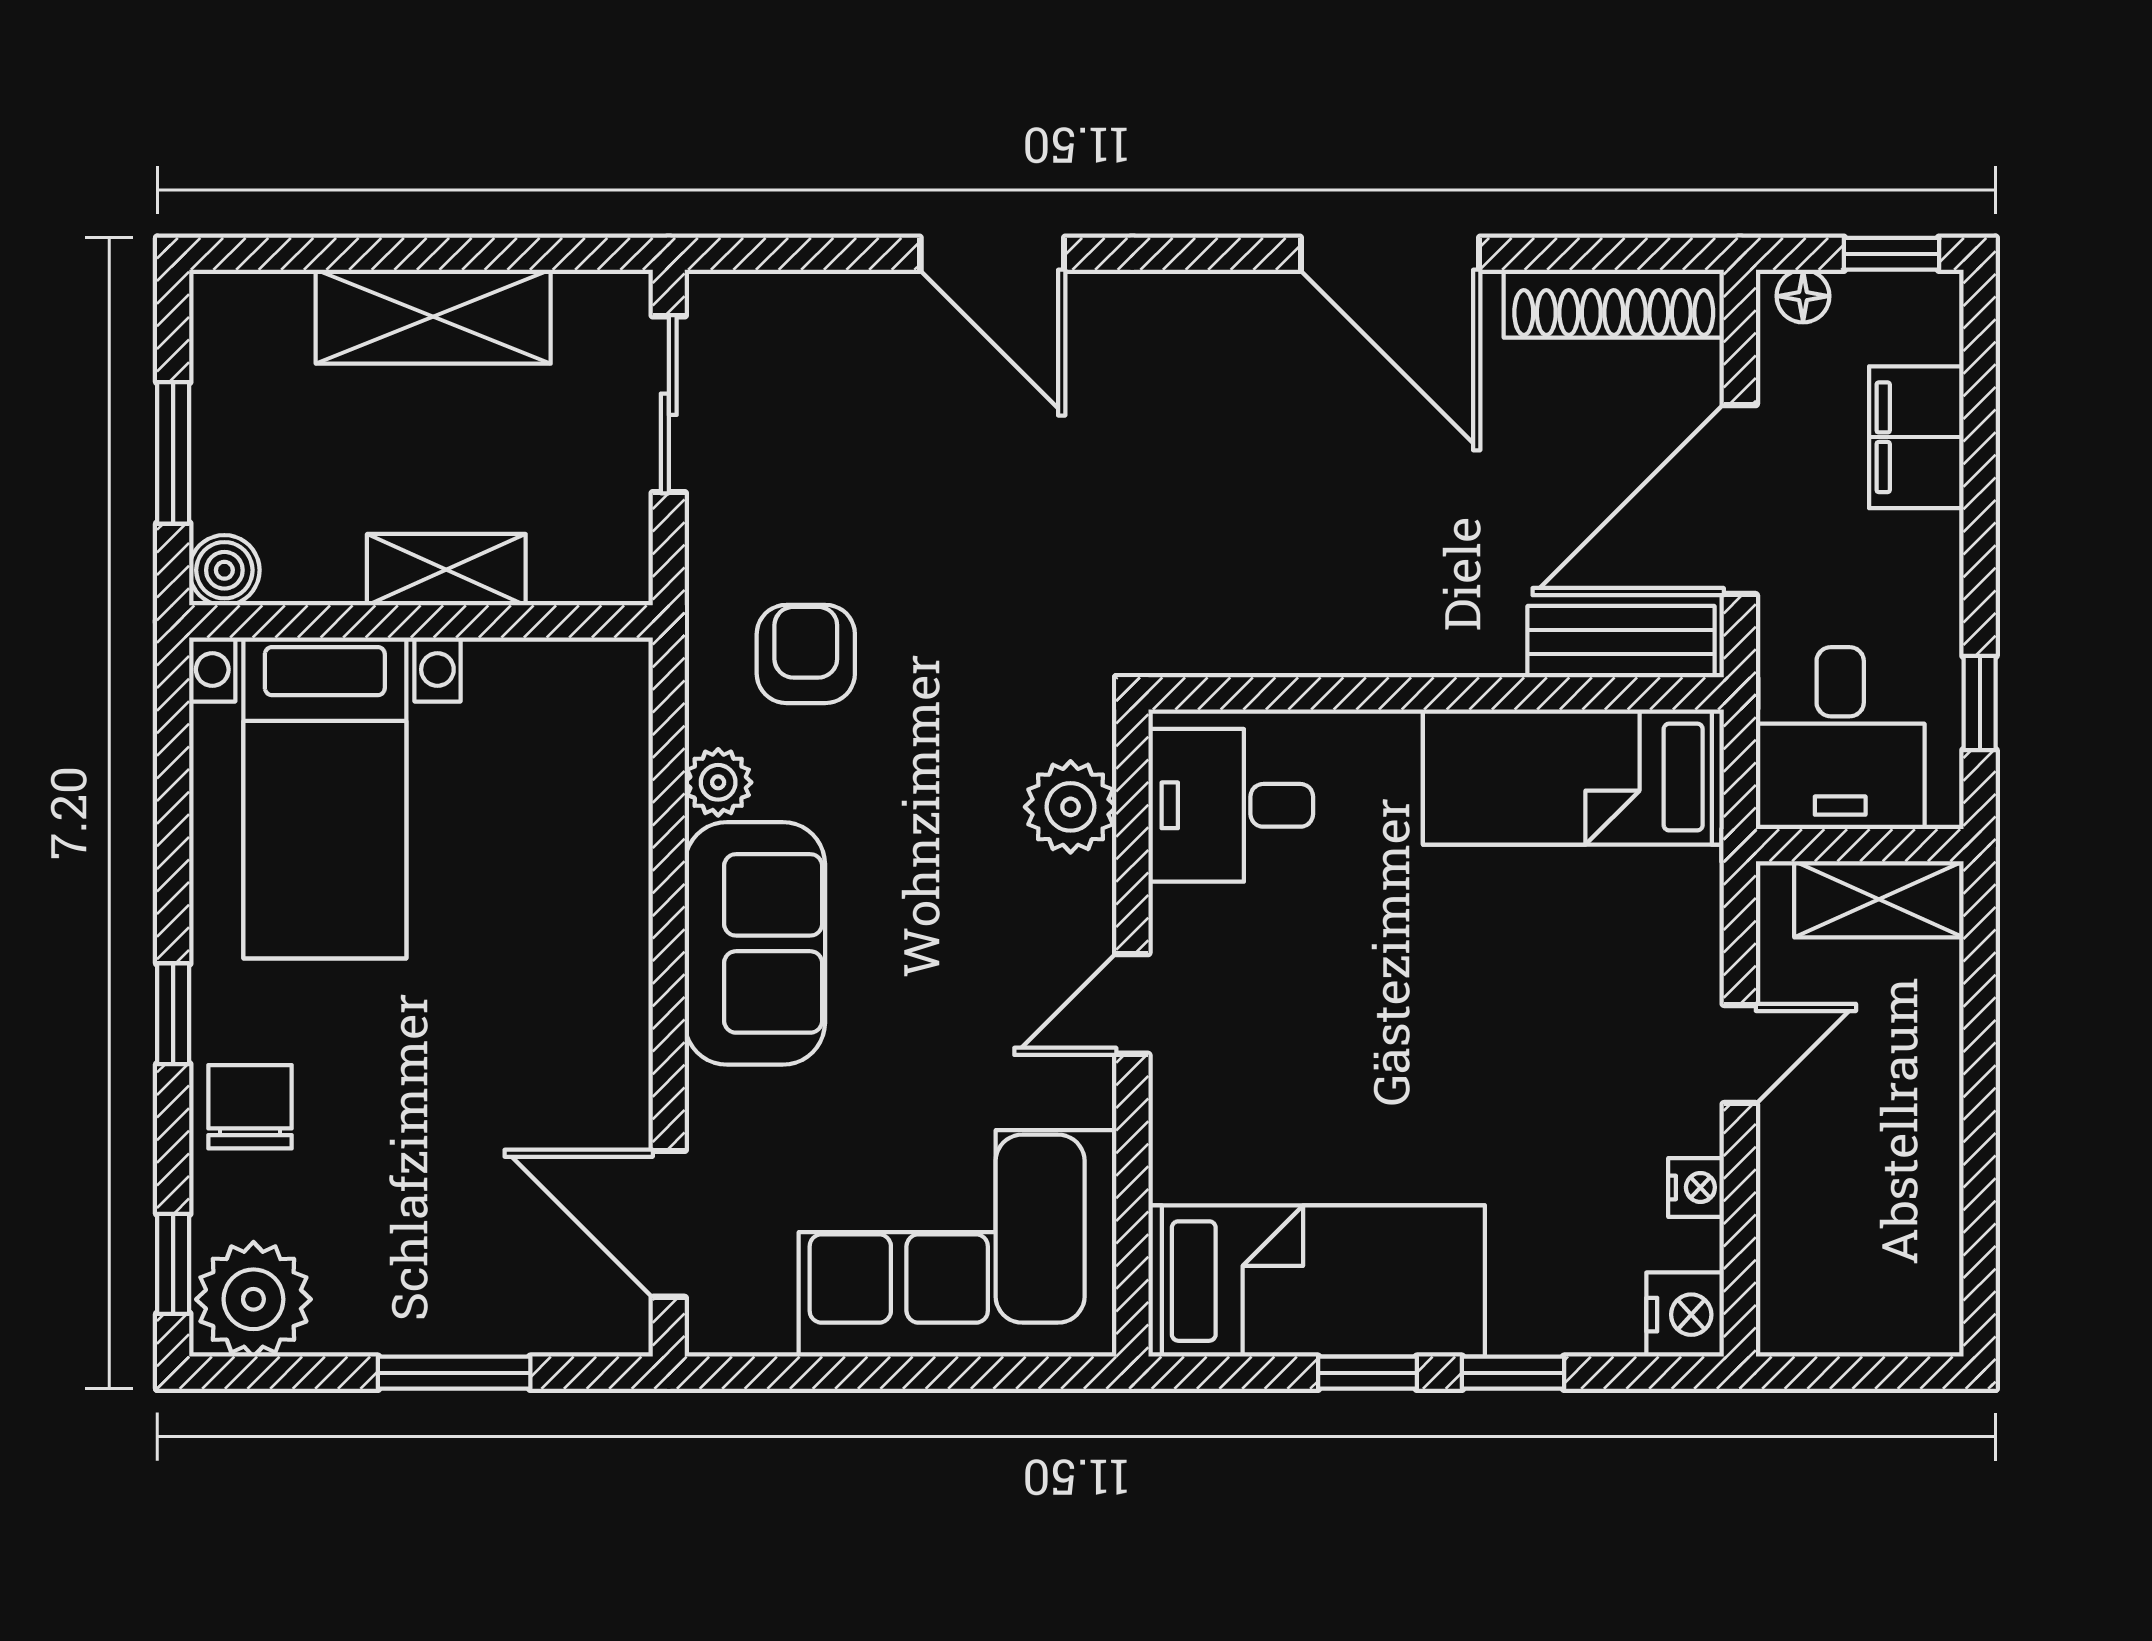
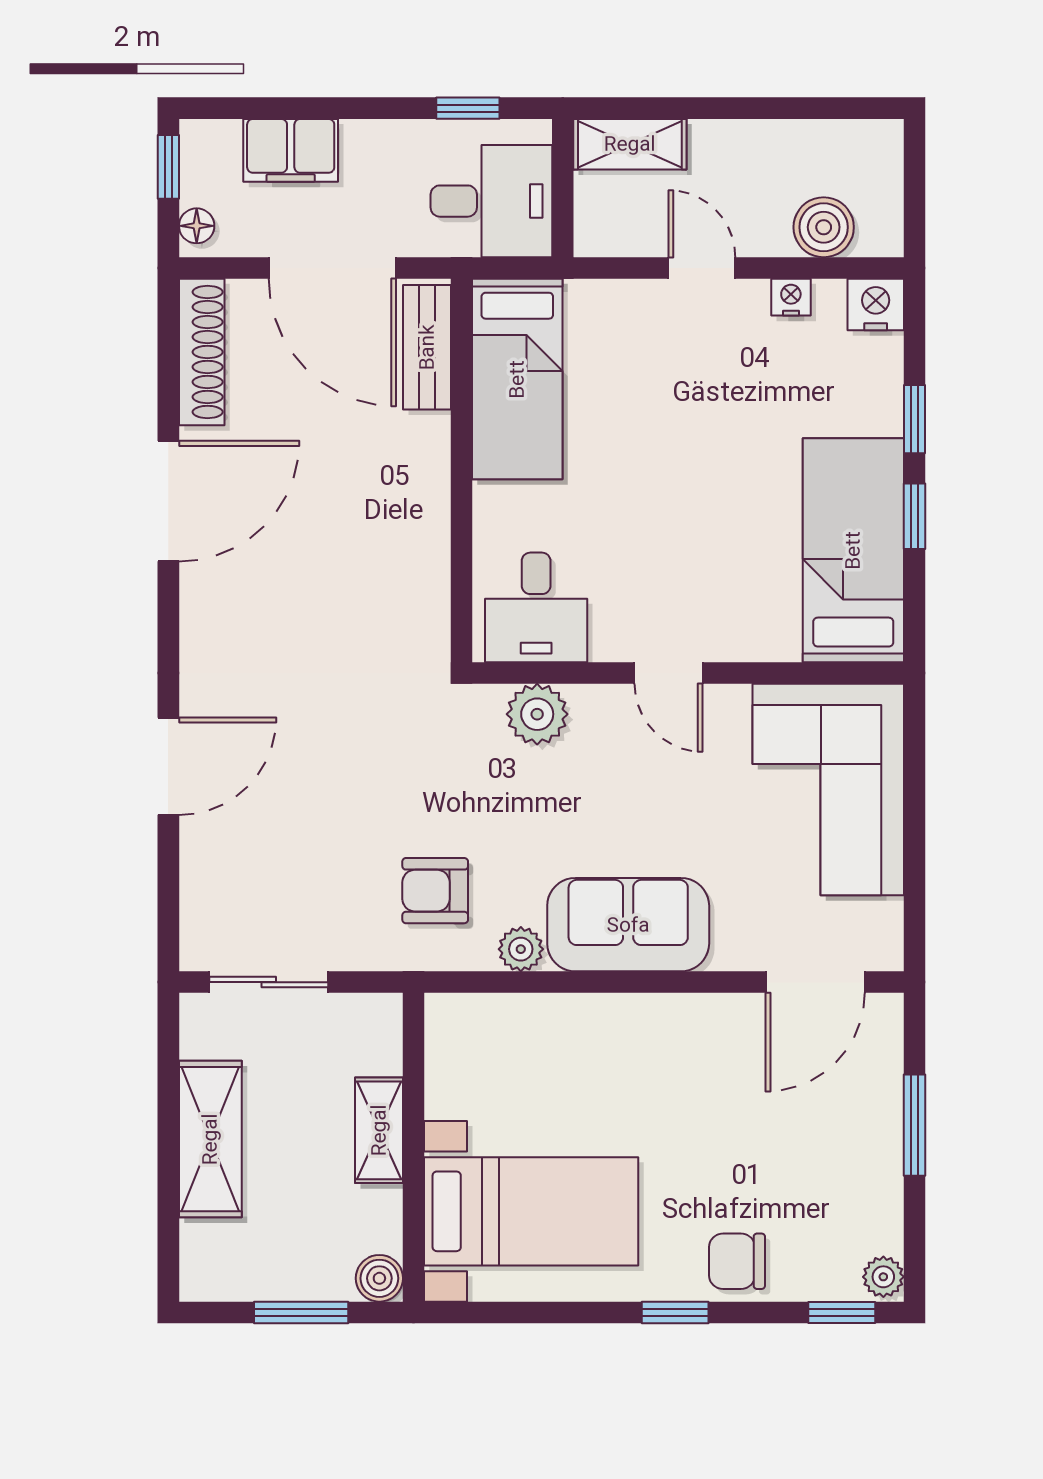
shelving: (1879, 899) -> (630, 144), moved, turned 90
boiler: (1801, 1237) -> (824, 227), added
plant: (253, 1299) -> (883, 1277), width x0.53, depth x0.53

